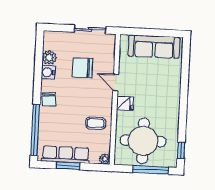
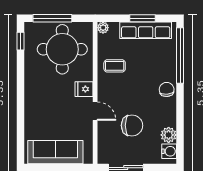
water cooler: (48, 72) -> (169, 151), moved

